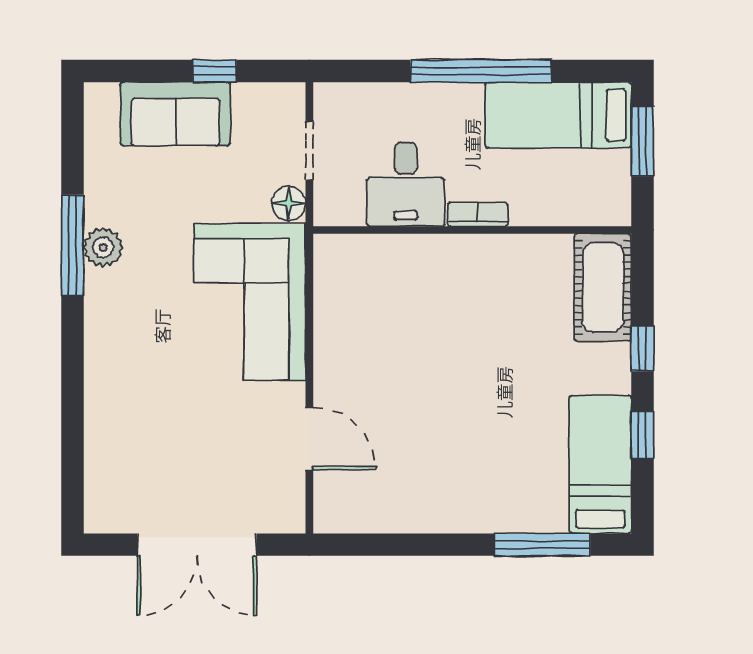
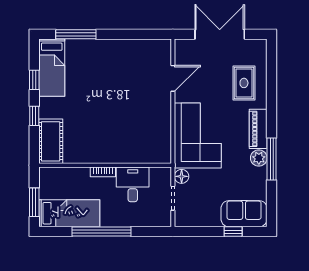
window: (215, 71) -> (233, 232), moved
sofa: (175, 114) -> (244, 214), moved
piano: (105, 317) -> (258, 129), added
rug: (139, 428) -> (244, 83), added
door: (309, 439) -> (173, 78), swing flipped

